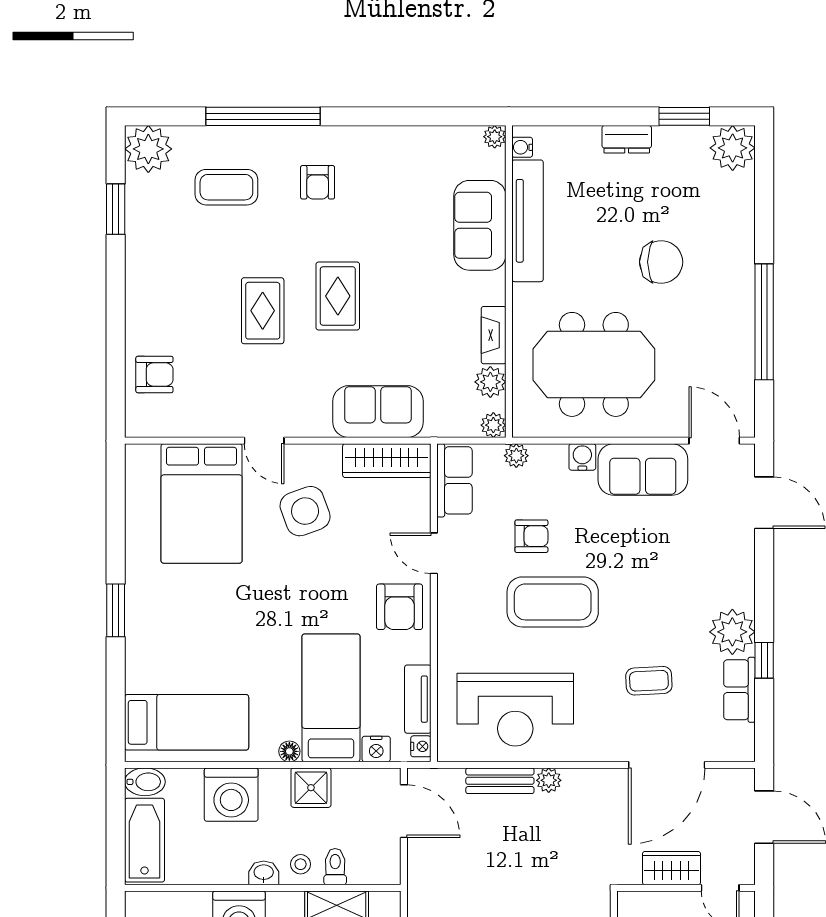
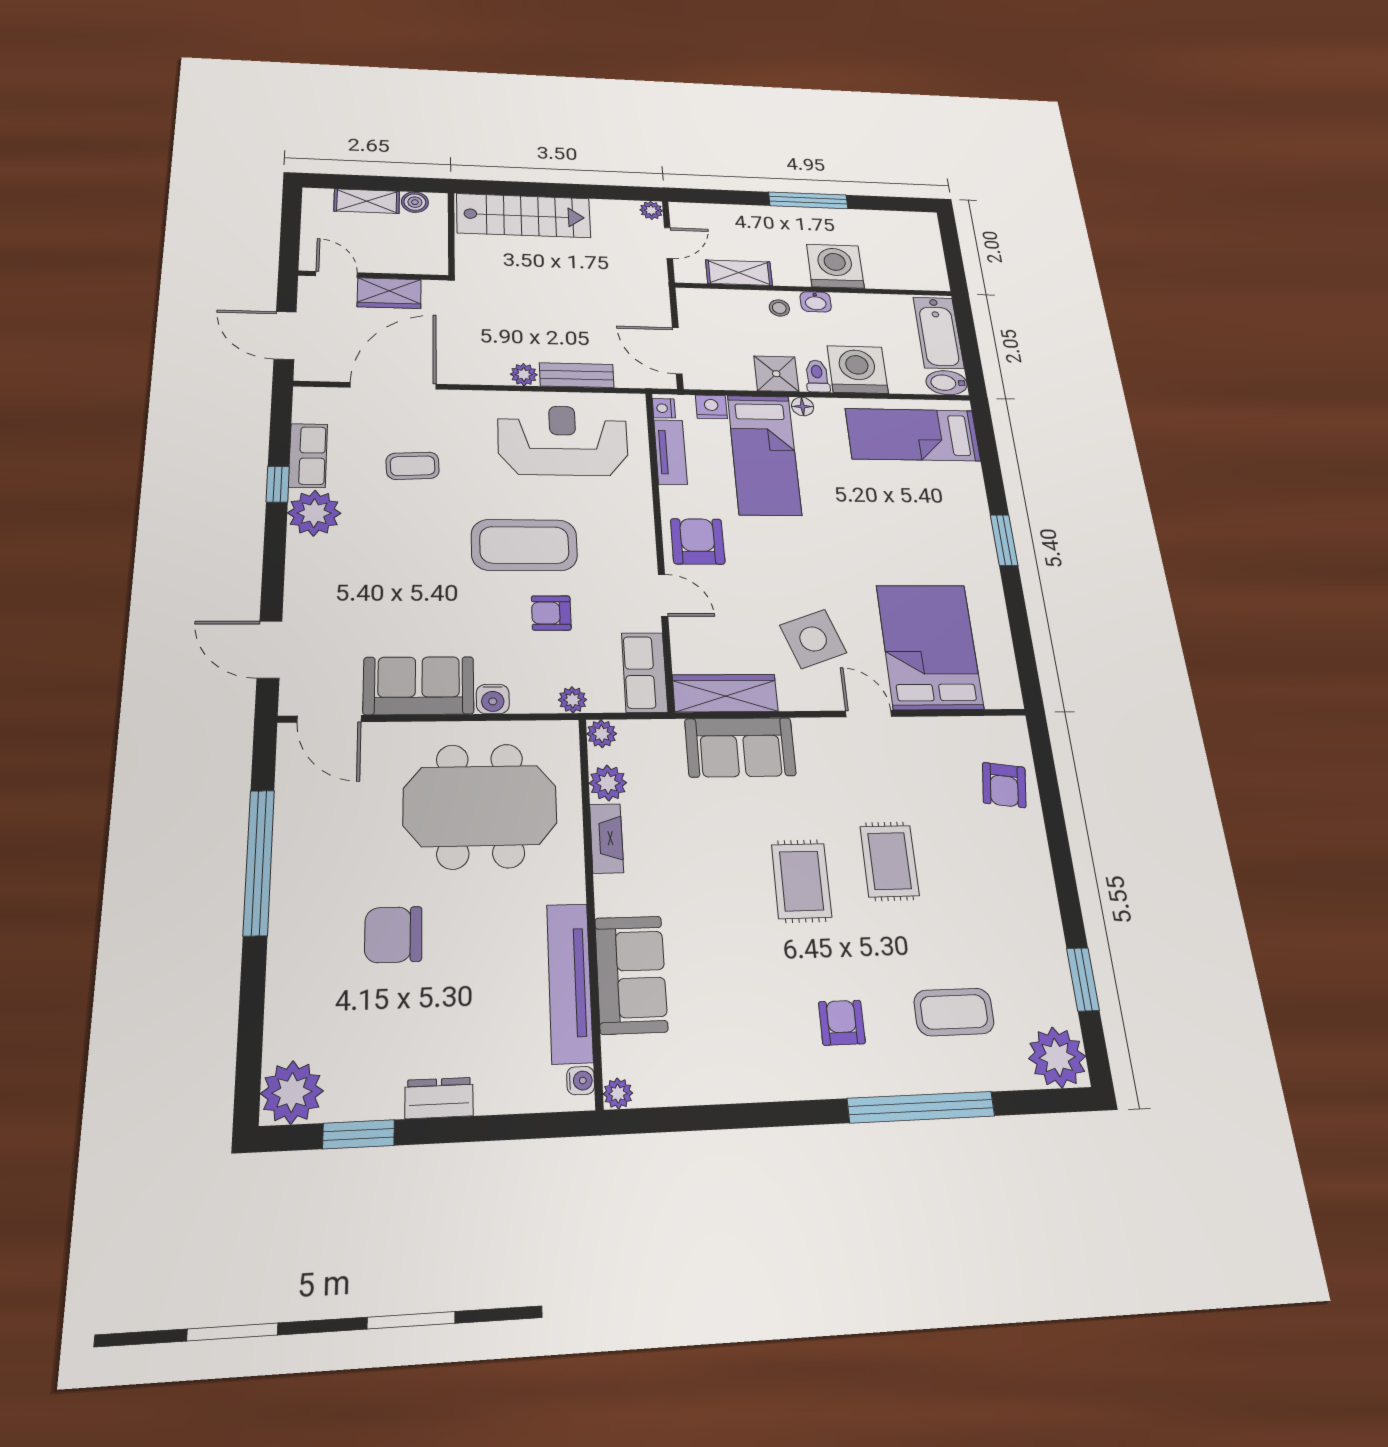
armchair: (154, 374) -> (1004, 785), turned -82
toilet: (335, 867) -> (817, 376), moved, turned 180

